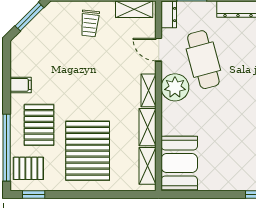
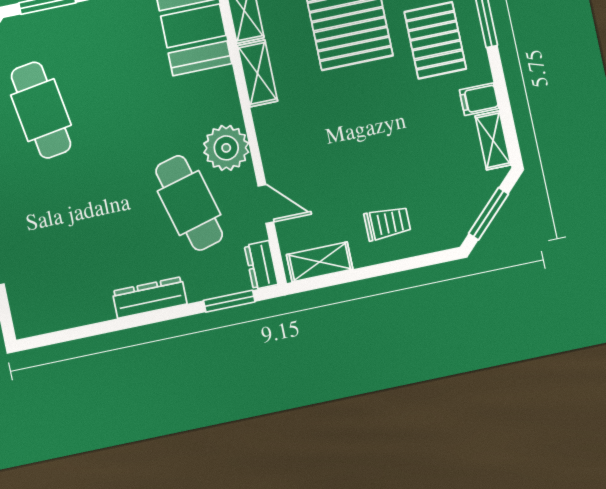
trolley: (90, 23) -> (387, 223), turned 84
shelving: (148, 90) -> (493, 140), moved

